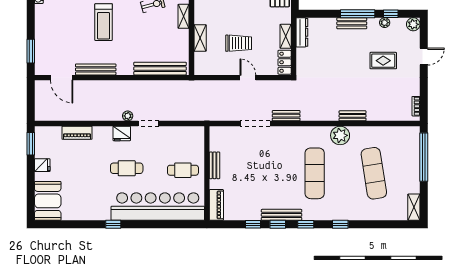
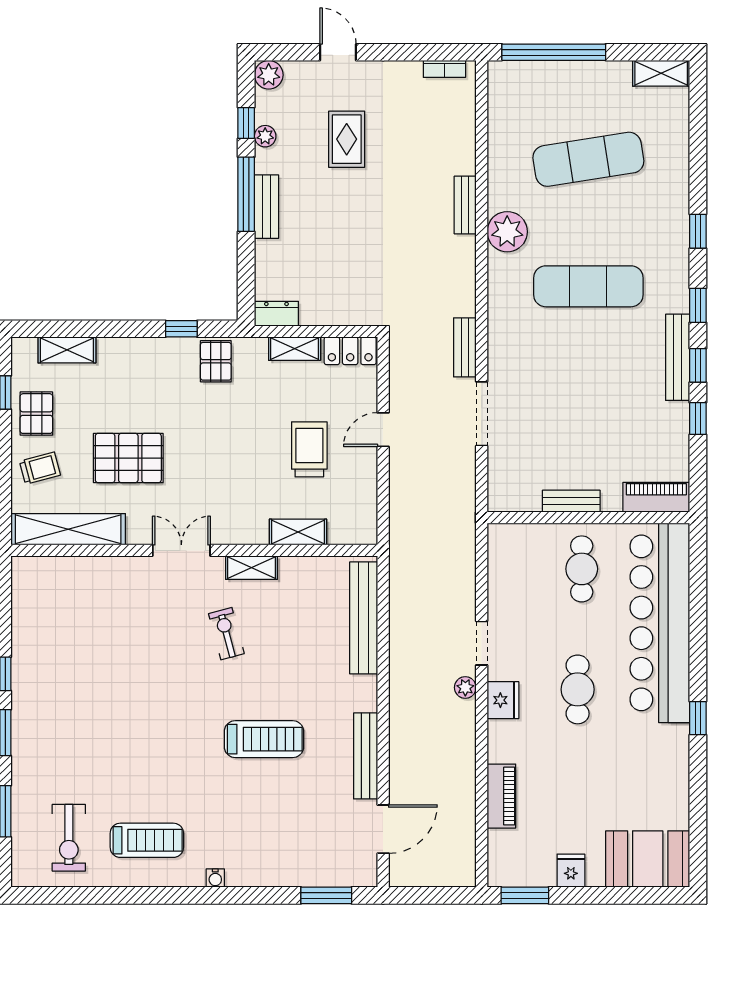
dresser: (302, 32) -> (276, 314), width x0.70

